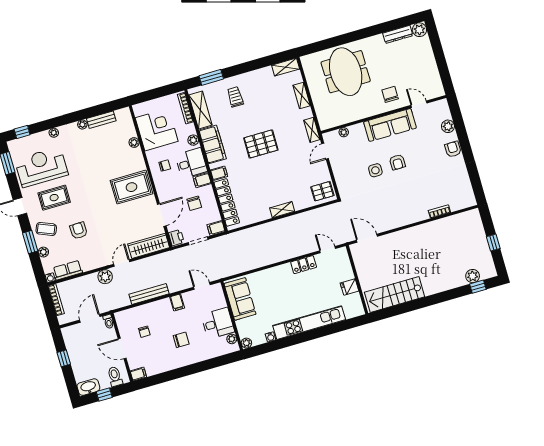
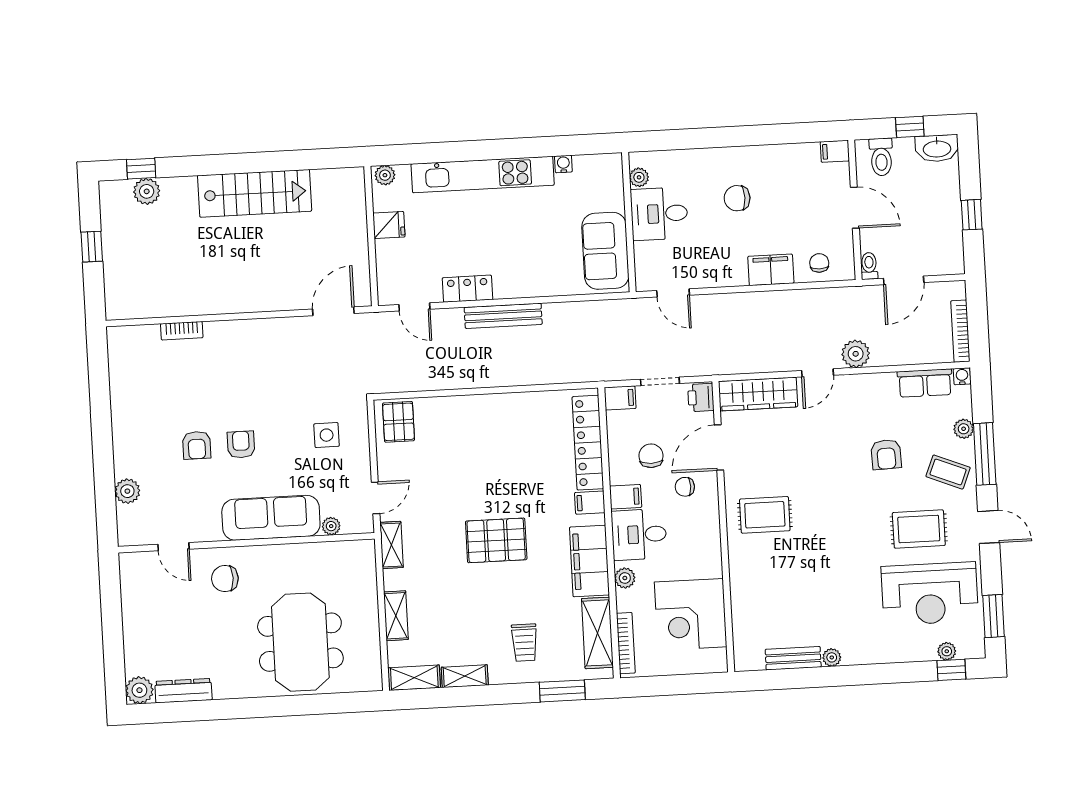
chair: (390, 94) -> (225, 579), turned 90
sofa: (390, 125) -> (271, 518), moved
plant: (54, 133) -> (947, 651), moved
plant: (134, 143) -> (740, 600), removed
armchair: (453, 149) -> (197, 445), moved
chair: (165, 165) -> (685, 487), moved
side table: (375, 170) -> (327, 435), moved
rug: (131, 187) -> (765, 515), width x0.73, depth x0.70
pallet: (322, 191) -> (399, 422), turned 90
shelving: (282, 210) -> (465, 676), moved
door: (367, 238) -> (333, 311), swing flipped
window: (30, 242) -> (985, 454), width x1.44
bench: (149, 294) -> (503, 316), moved
stairs: (395, 294) -> (255, 193), moved
filing cabinet: (177, 302) -> (771, 270), moved, width x2.00
chair: (144, 332) -> (819, 263), moved
plant: (246, 343) -> (385, 175), moved

